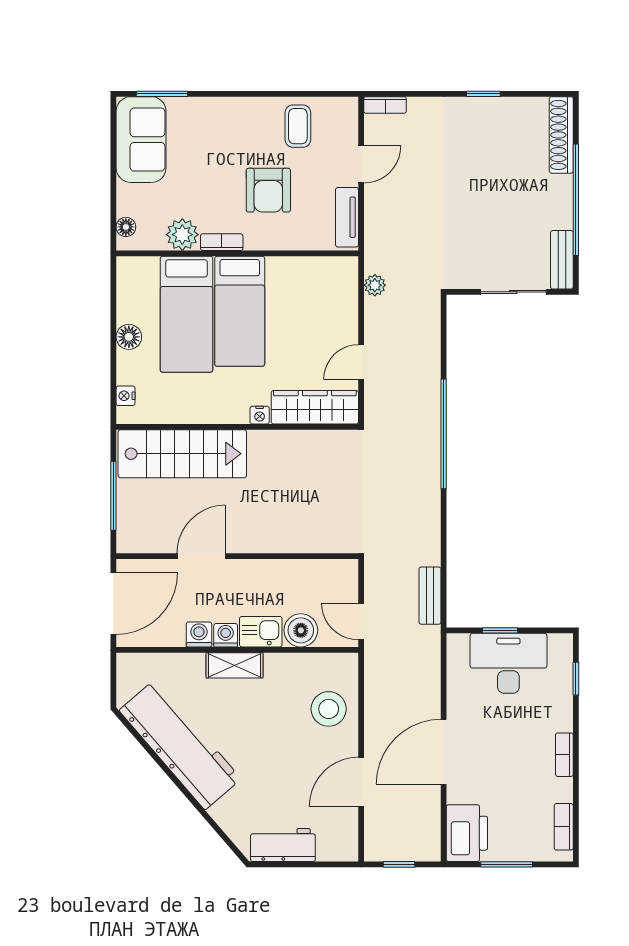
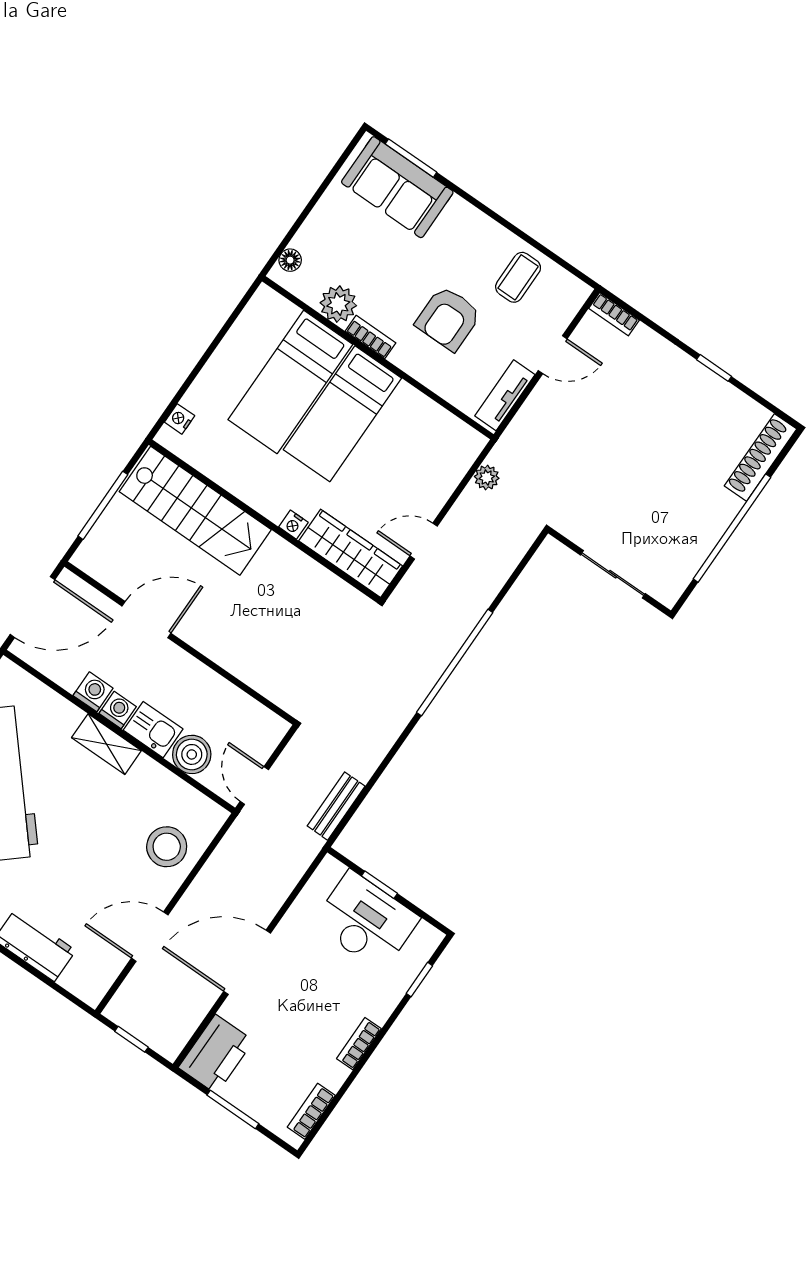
sofa: (141, 140) -> (397, 187), moved, turned 90
bench: (562, 260) -> (680, 576), removed
floor lamp: (129, 337) -> (221, 366), removed

